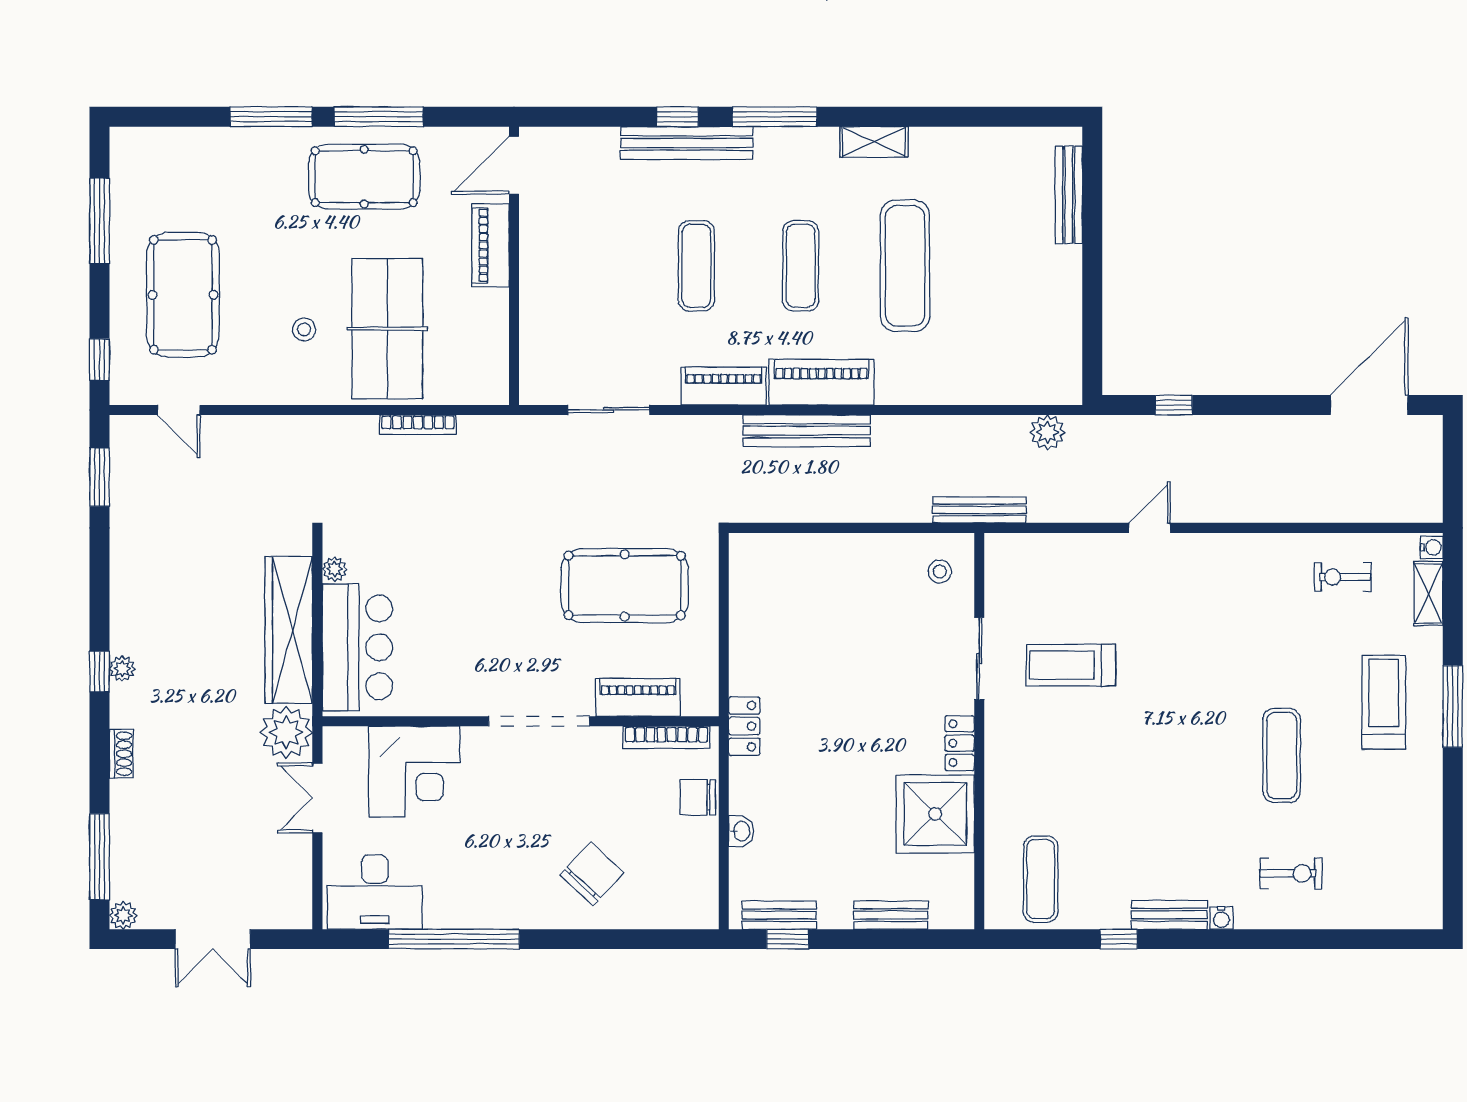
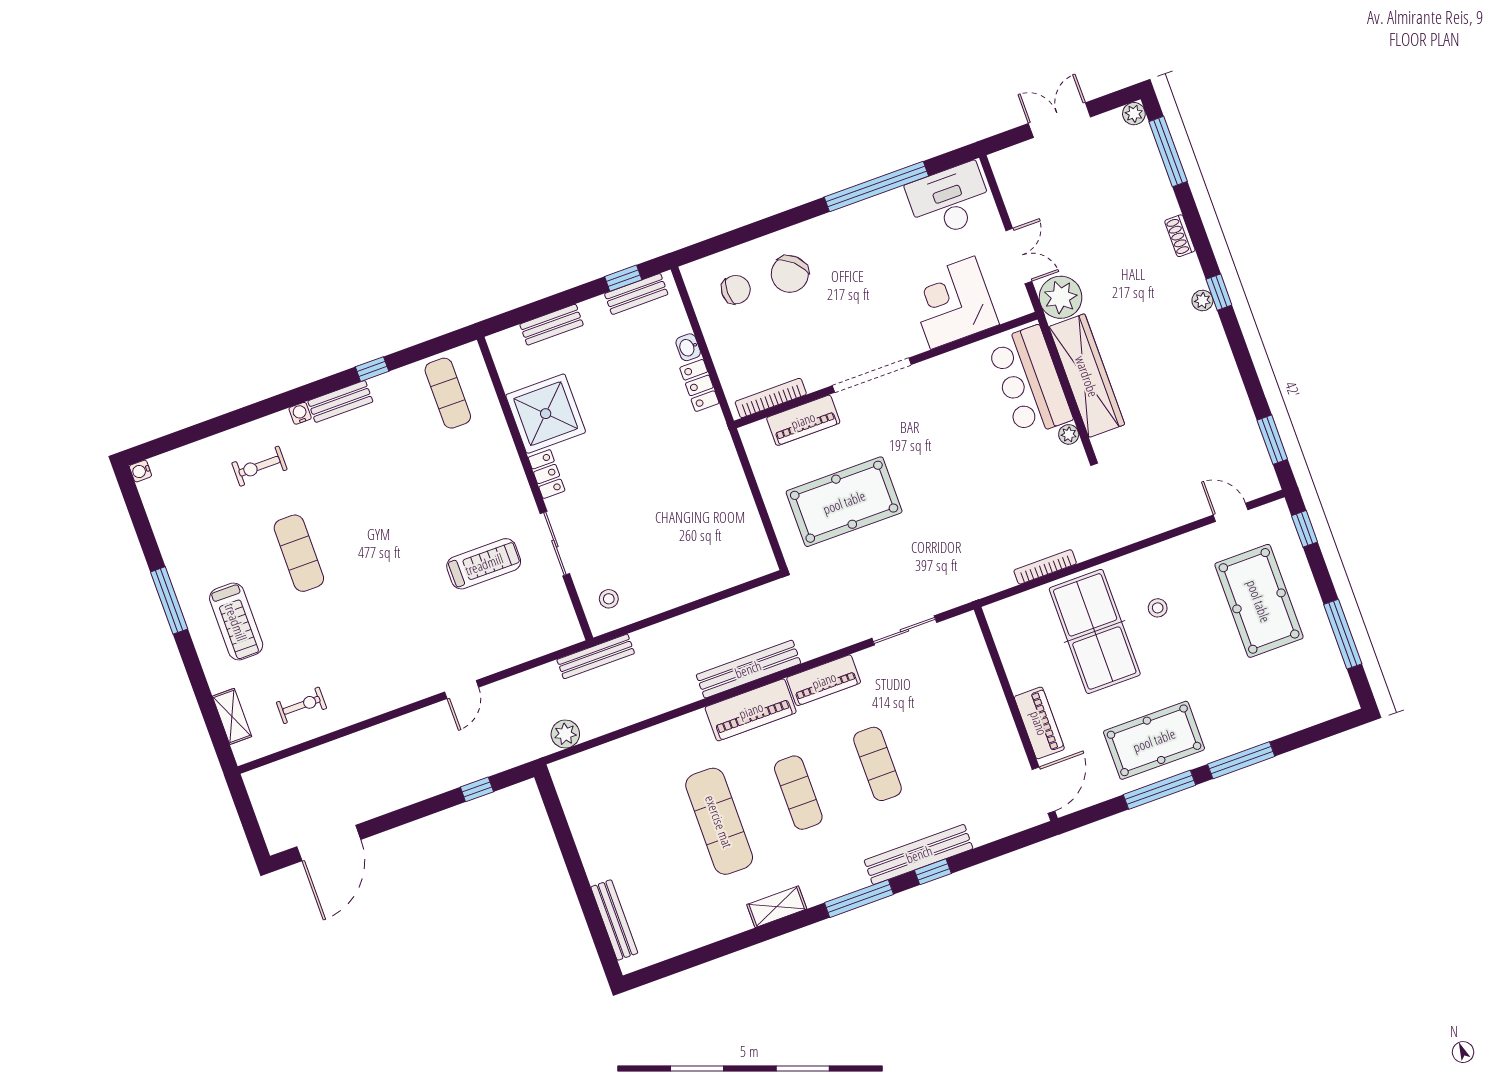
water cooler: (1432, 547) -> (140, 471), moved
window: (1453, 707) -> (169, 600), moved
locker: (744, 726) -> (699, 385), moved
chair: (698, 797) -> (736, 290), moved

